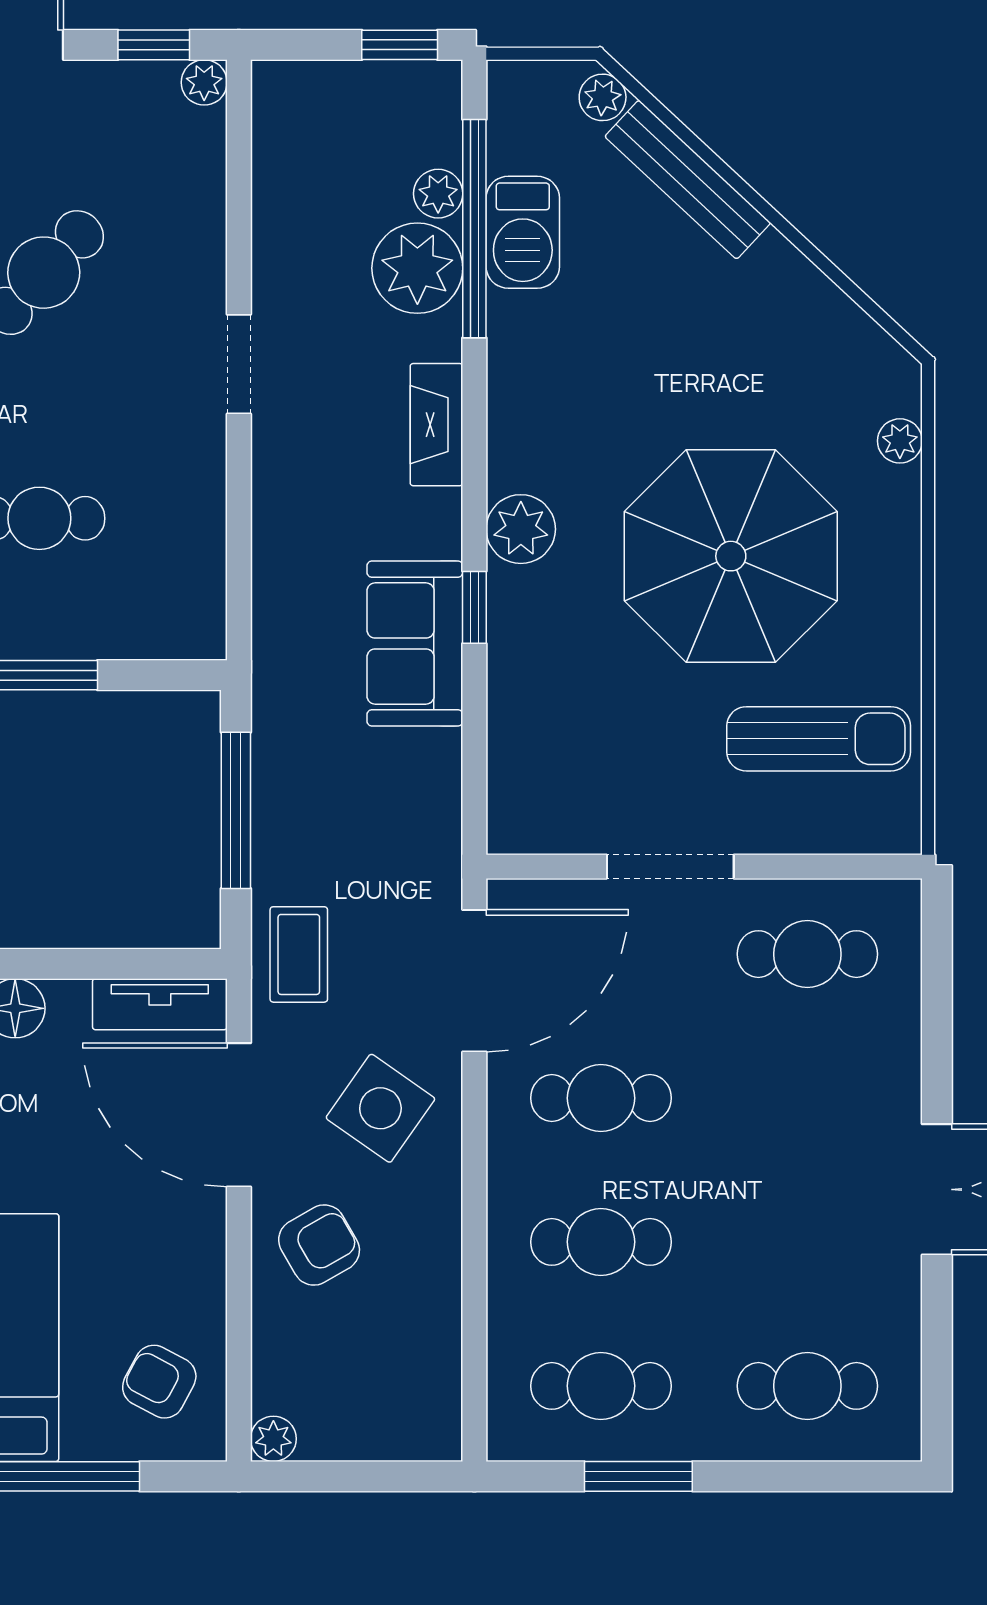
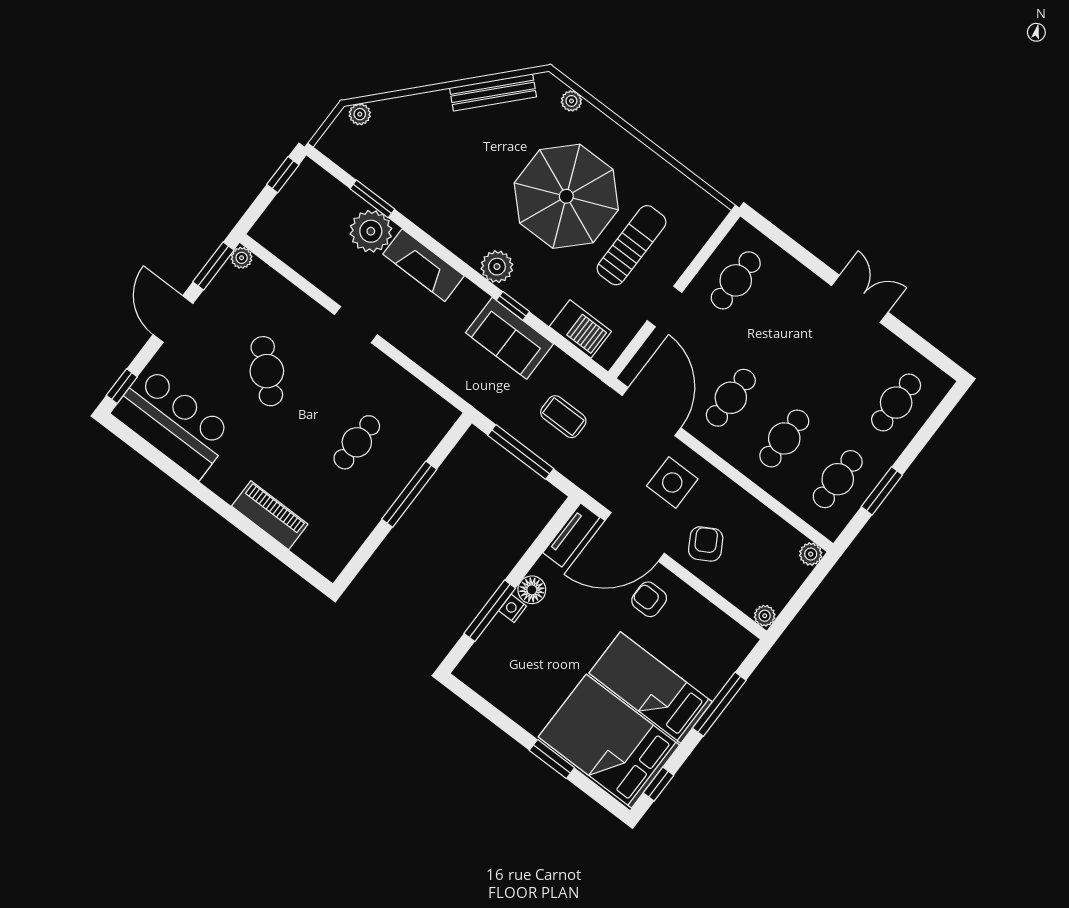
window: (154, 45) -> (213, 266), width x1.50
bench: (688, 180) -> (493, 92), moved
plant: (438, 194) -> (811, 554), moved
window: (474, 229) -> (372, 199), width x0.47
barbecue: (523, 232) -> (580, 329), moved
fireplace: (436, 425) -> (424, 265), width x1.37, depth x1.32
sun lounger: (819, 739) -> (632, 245), moved
doorway: (670, 867) -> (665, 307), width x0.73
coffee table: (299, 954) -> (563, 417), moved
side table: (380, 1108) -> (672, 482), turned -35
armchair: (159, 1382) -> (649, 599), moved, turned 62

